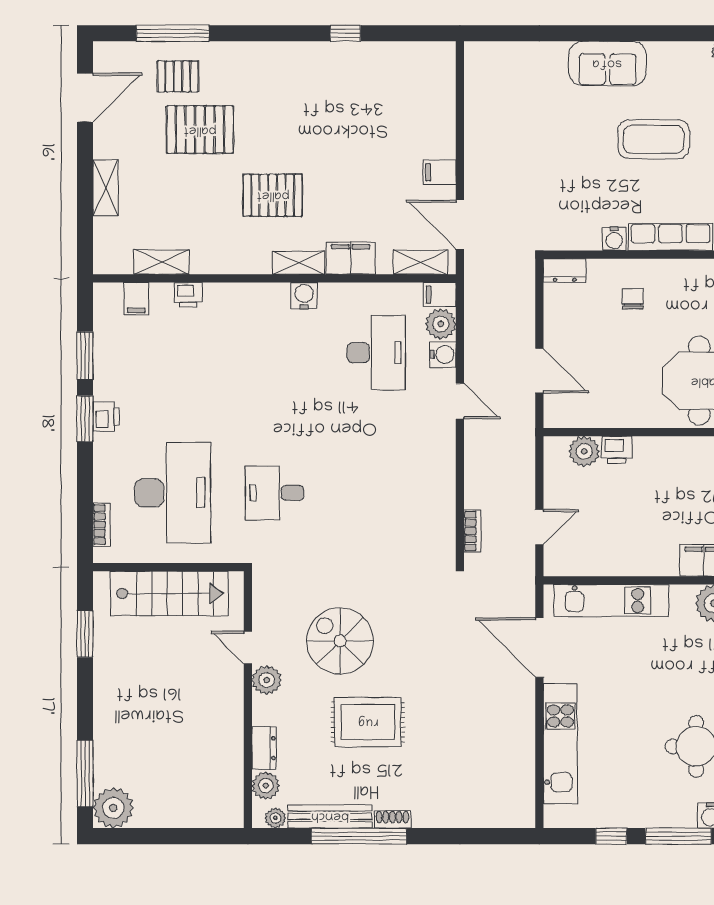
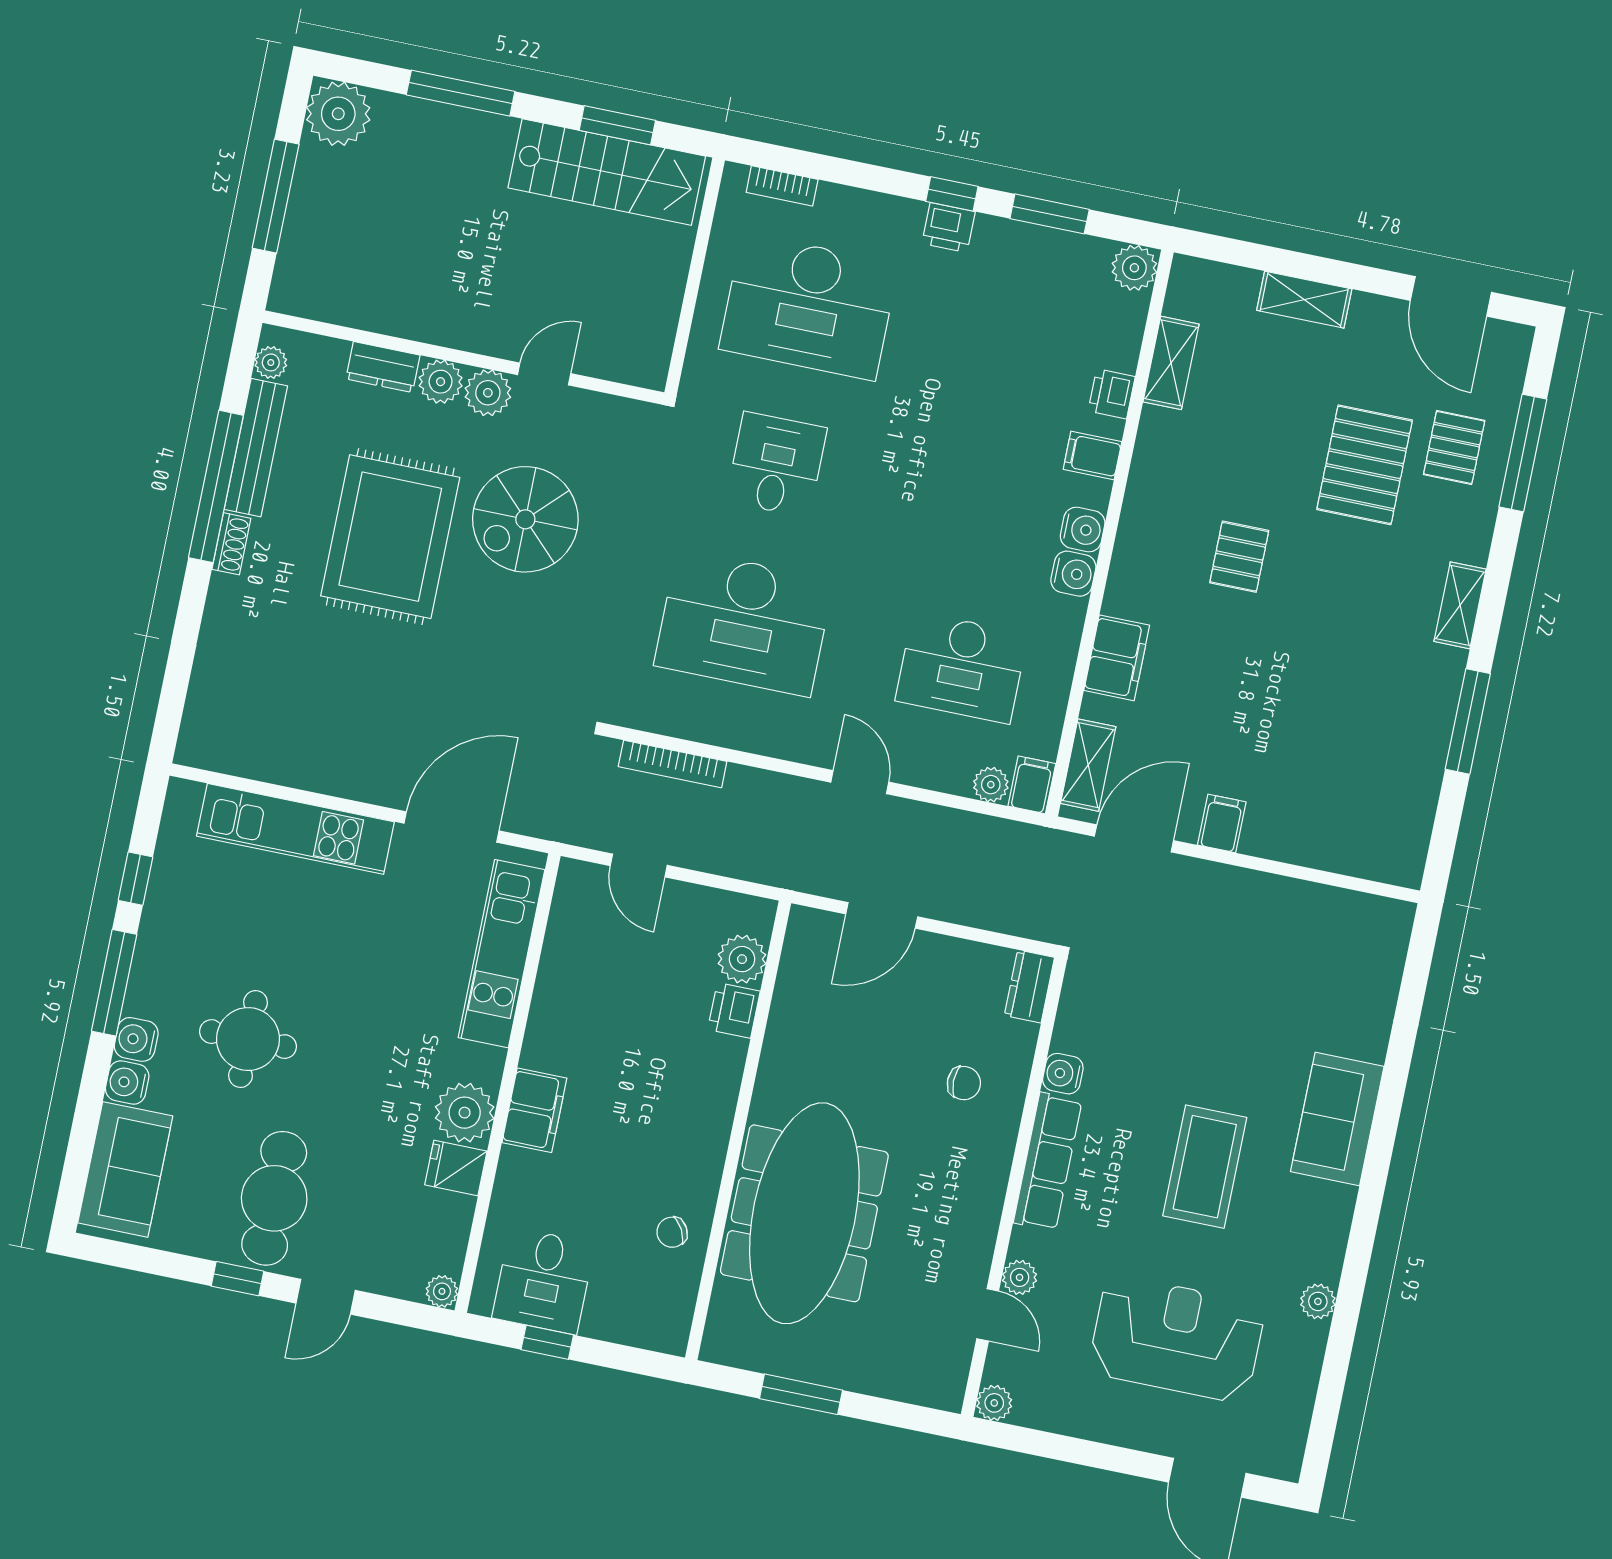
window: (345, 33) -> (1468, 721), width x2.17
pallet: (273, 195) -> (1239, 557), width x0.67, depth x0.71
shelving: (299, 263) -> (1460, 605), moved
plant: (107, 297) -> (1134, 268), added
filing cabinet: (136, 299) -> (1092, 455), moved
plant: (441, 324) -> (991, 785), width x0.73, depth x0.73
water cooler: (443, 354) -> (1083, 529), moved, turned -90
door: (460, 401) -> (860, 782), swing flipped
window: (85, 419) -> (952, 194), width x0.67
desk: (376, 493) -> (744, 623), added
bookcase: (472, 531) -> (673, 764), width x1.56
stairs: (169, 593) -> (607, 172), moved, turned -90
spiral stairs: (340, 641) -> (525, 519), turned 180
rug: (368, 722) -> (390, 537), width x1.37, depth x1.44
window: (85, 774) -> (461, 93), moved
plant: (266, 786) -> (441, 382), moved
window: (172, 836) -> (276, 196), added

